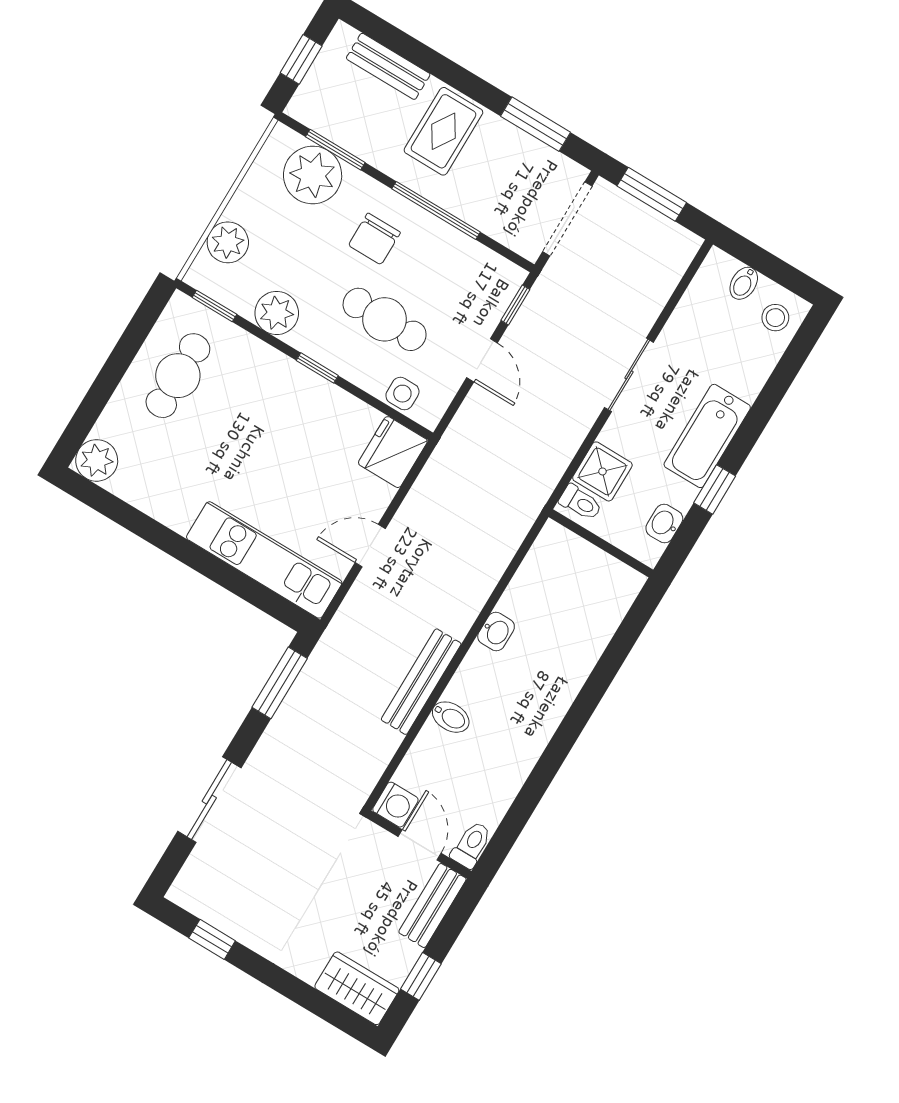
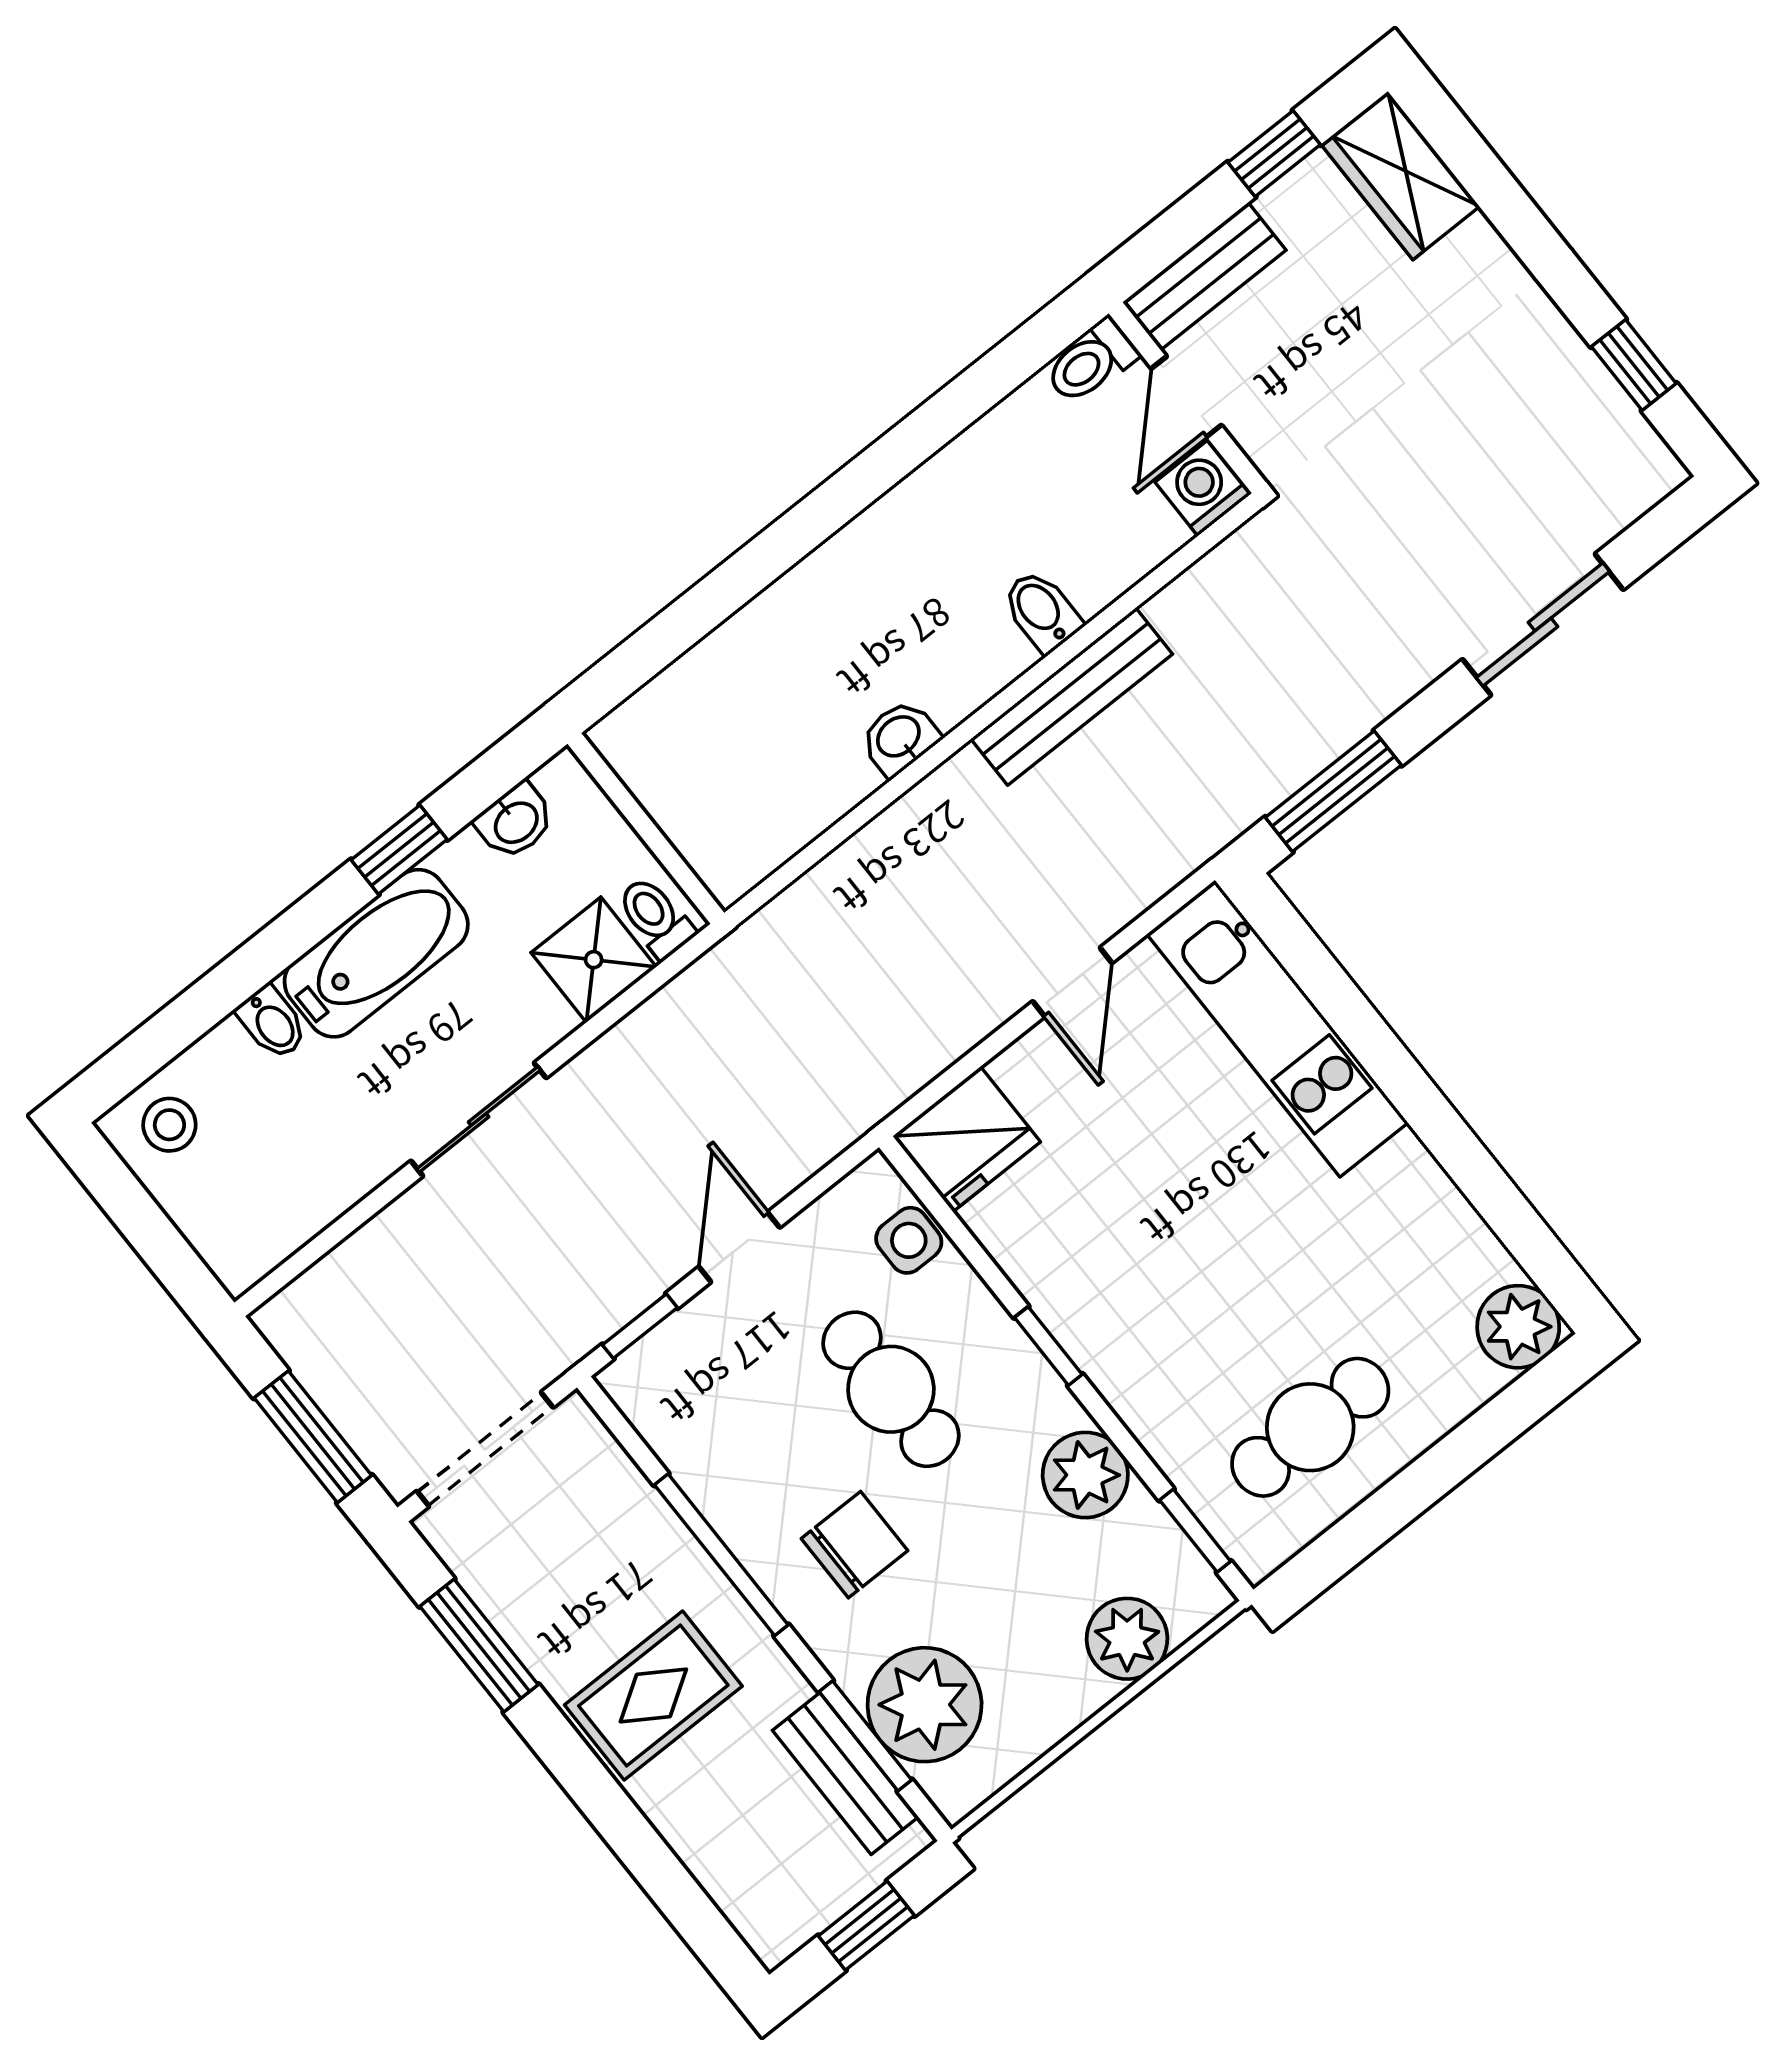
bench: (388, 66) -> (845, 1774), moved
bidet: (744, 283) -> (272, 1023), moved, turned 90
door: (370, 546) -> (1072, 982), hinge flipped

